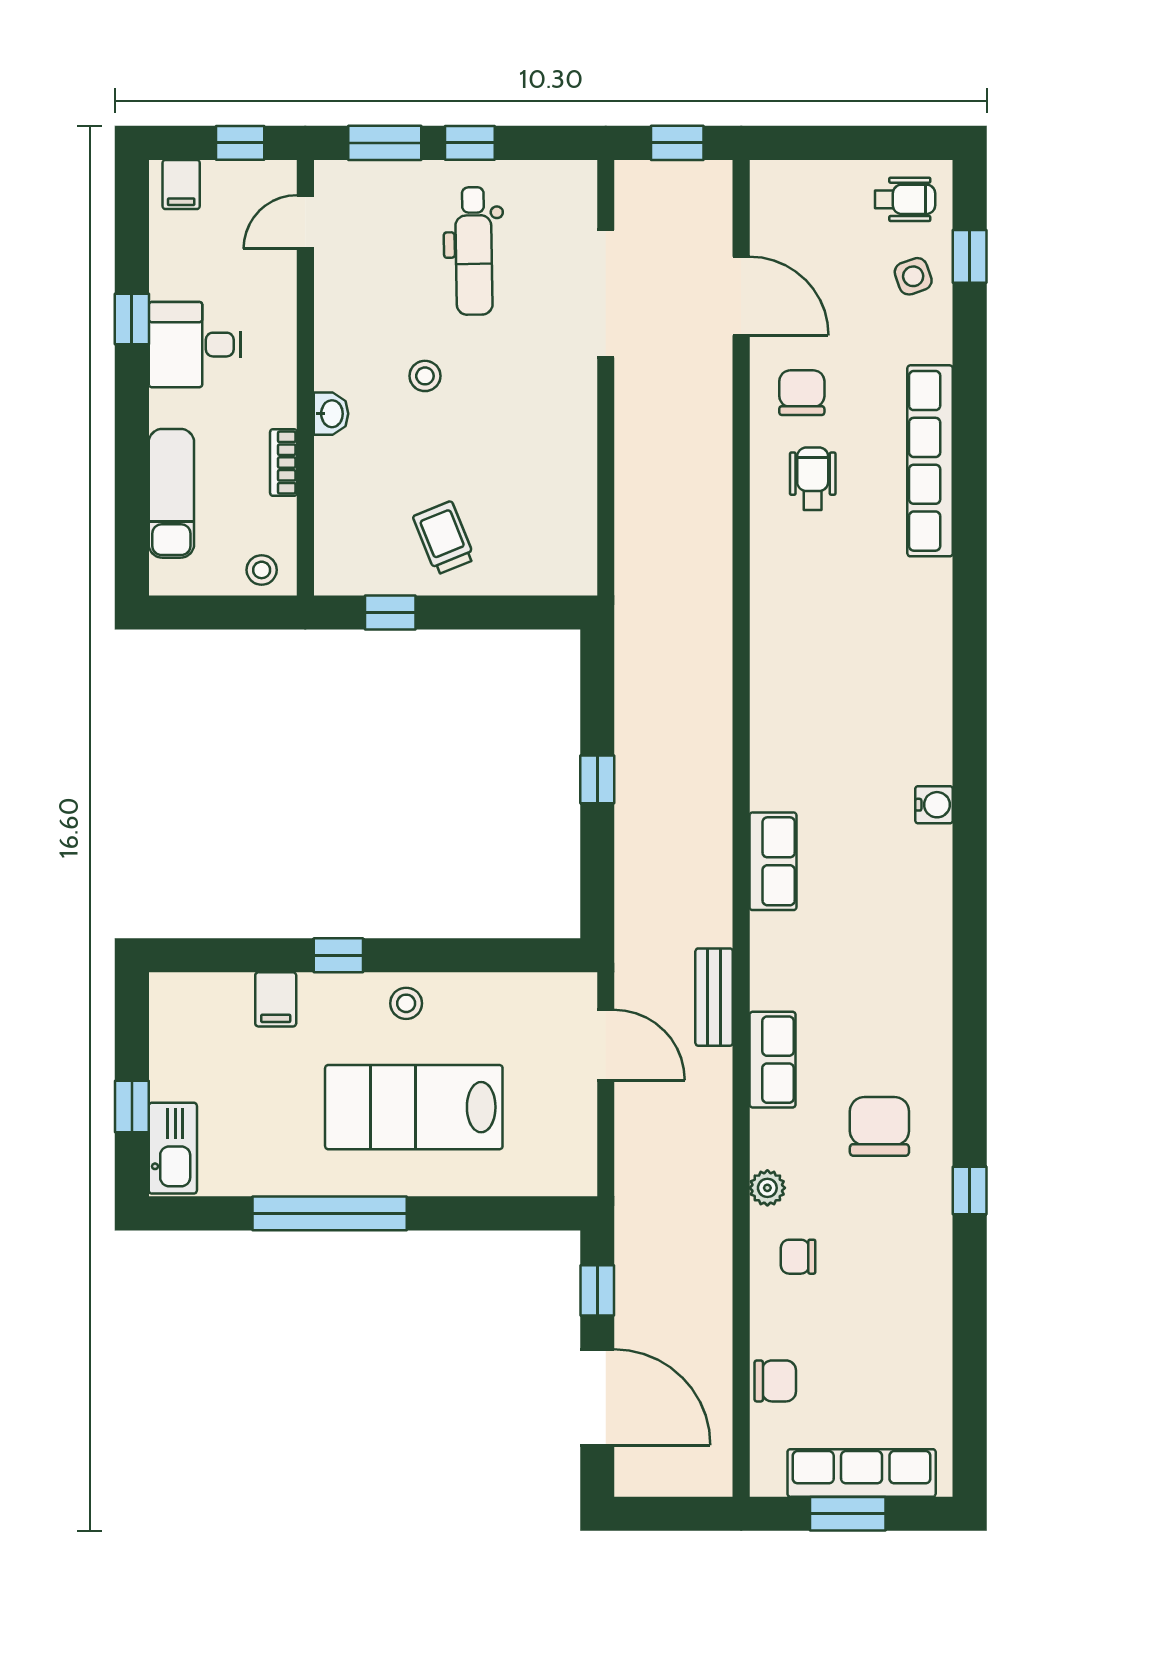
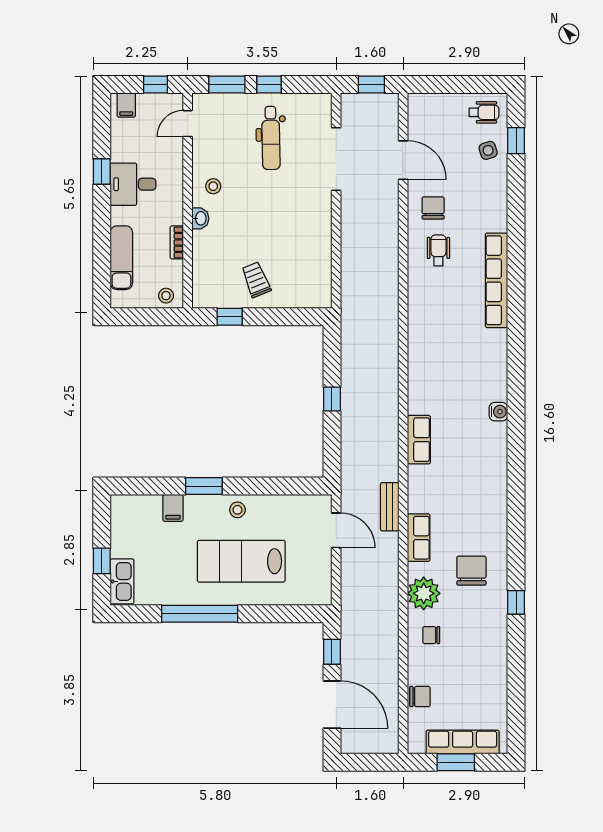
stool: (425, 376) -> (213, 186), moved
row of seats: (930, 461) -> (496, 280), moved
window: (338, 955) -> (204, 486), width x1.50
plant: (767, 1188) -> (424, 593), width x1.88, depth x1.88

